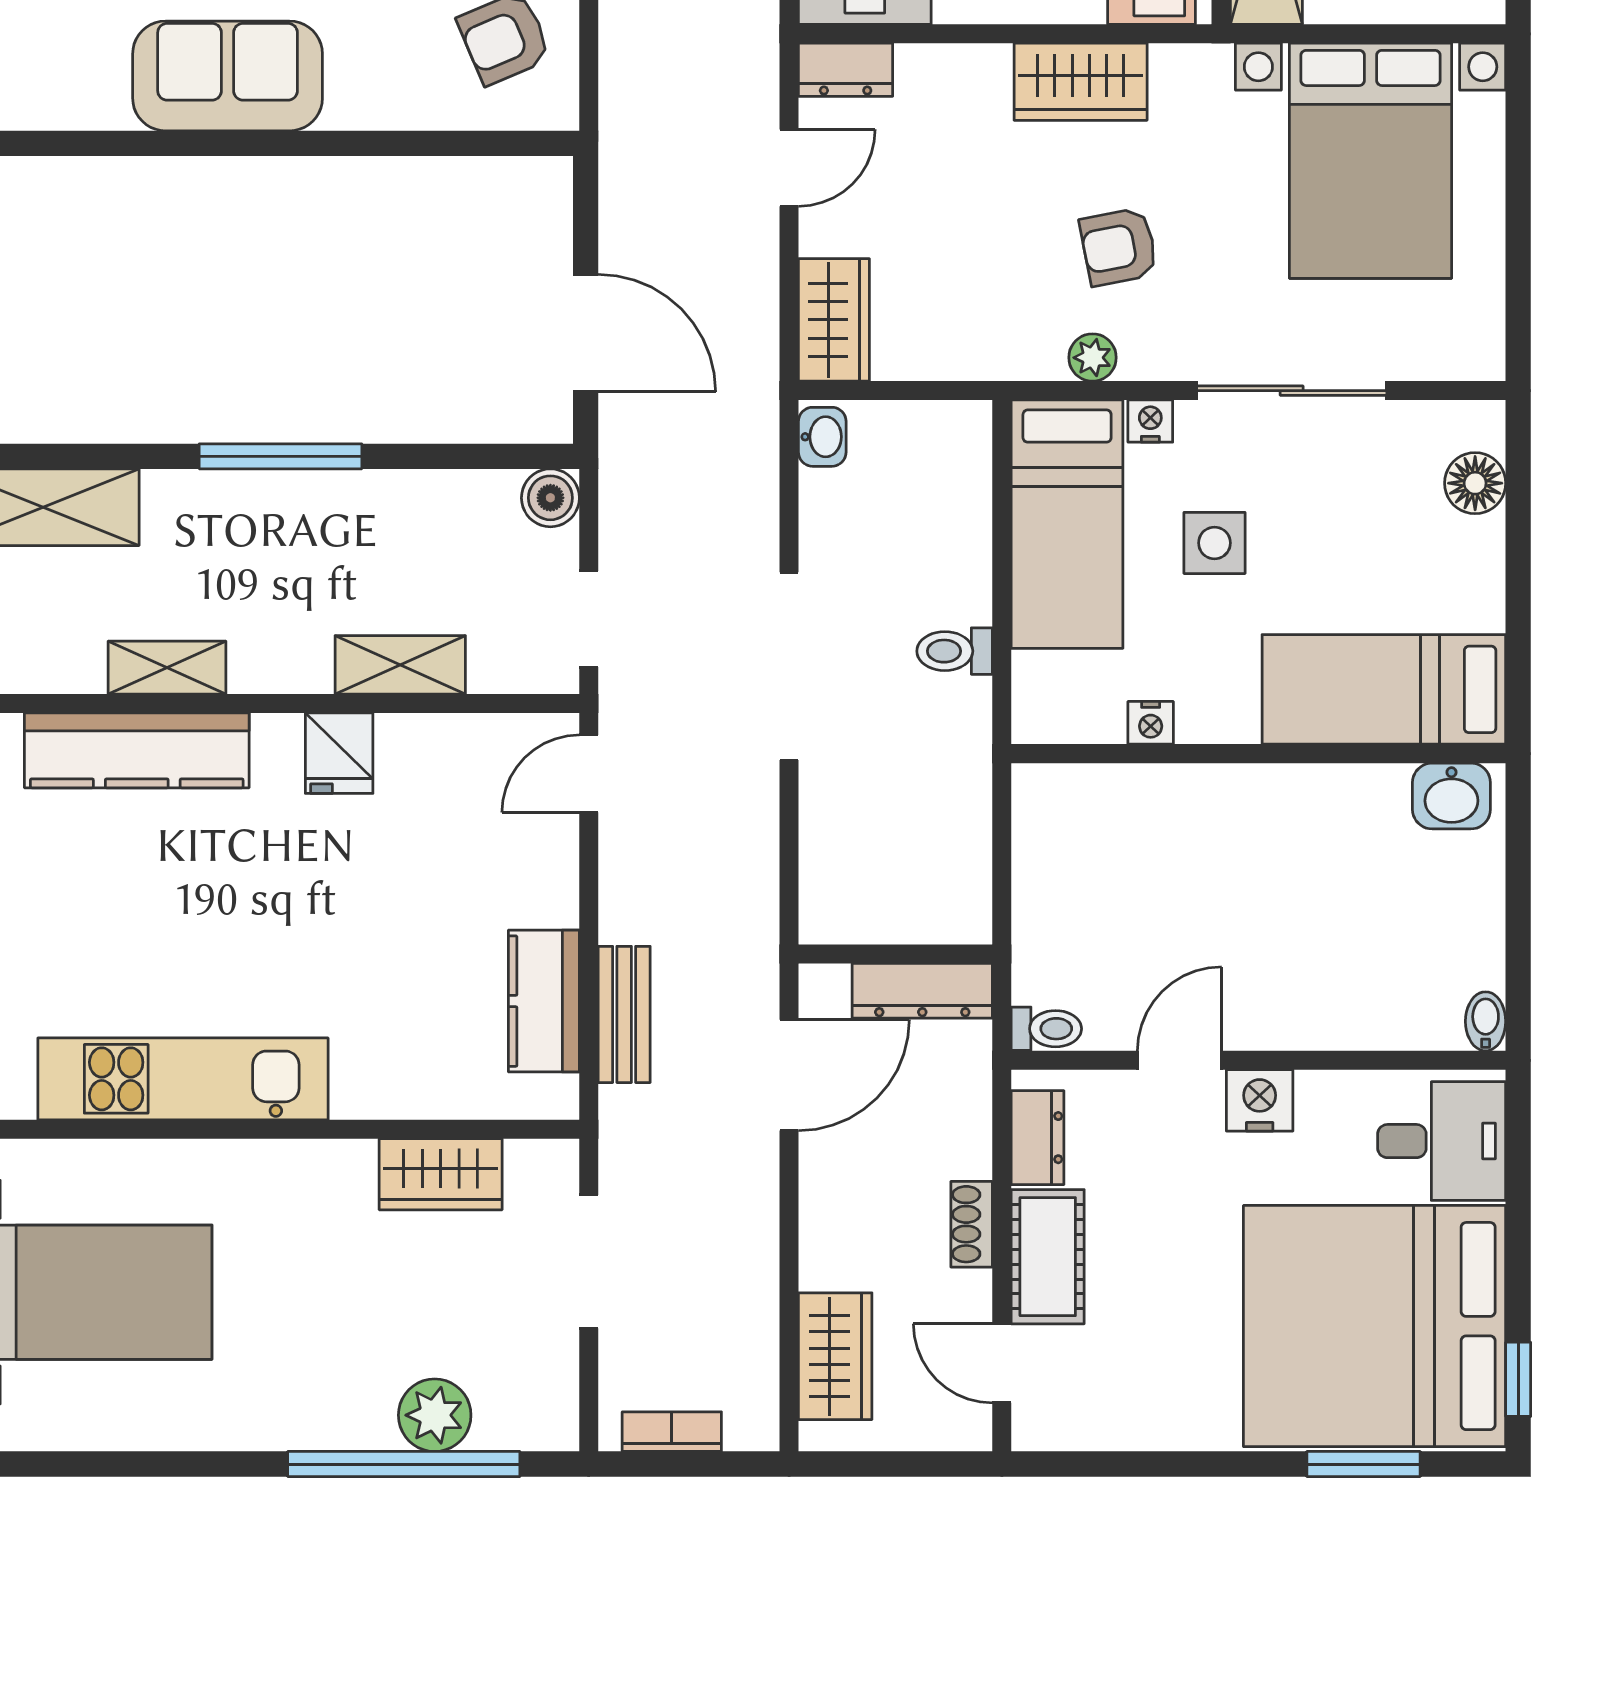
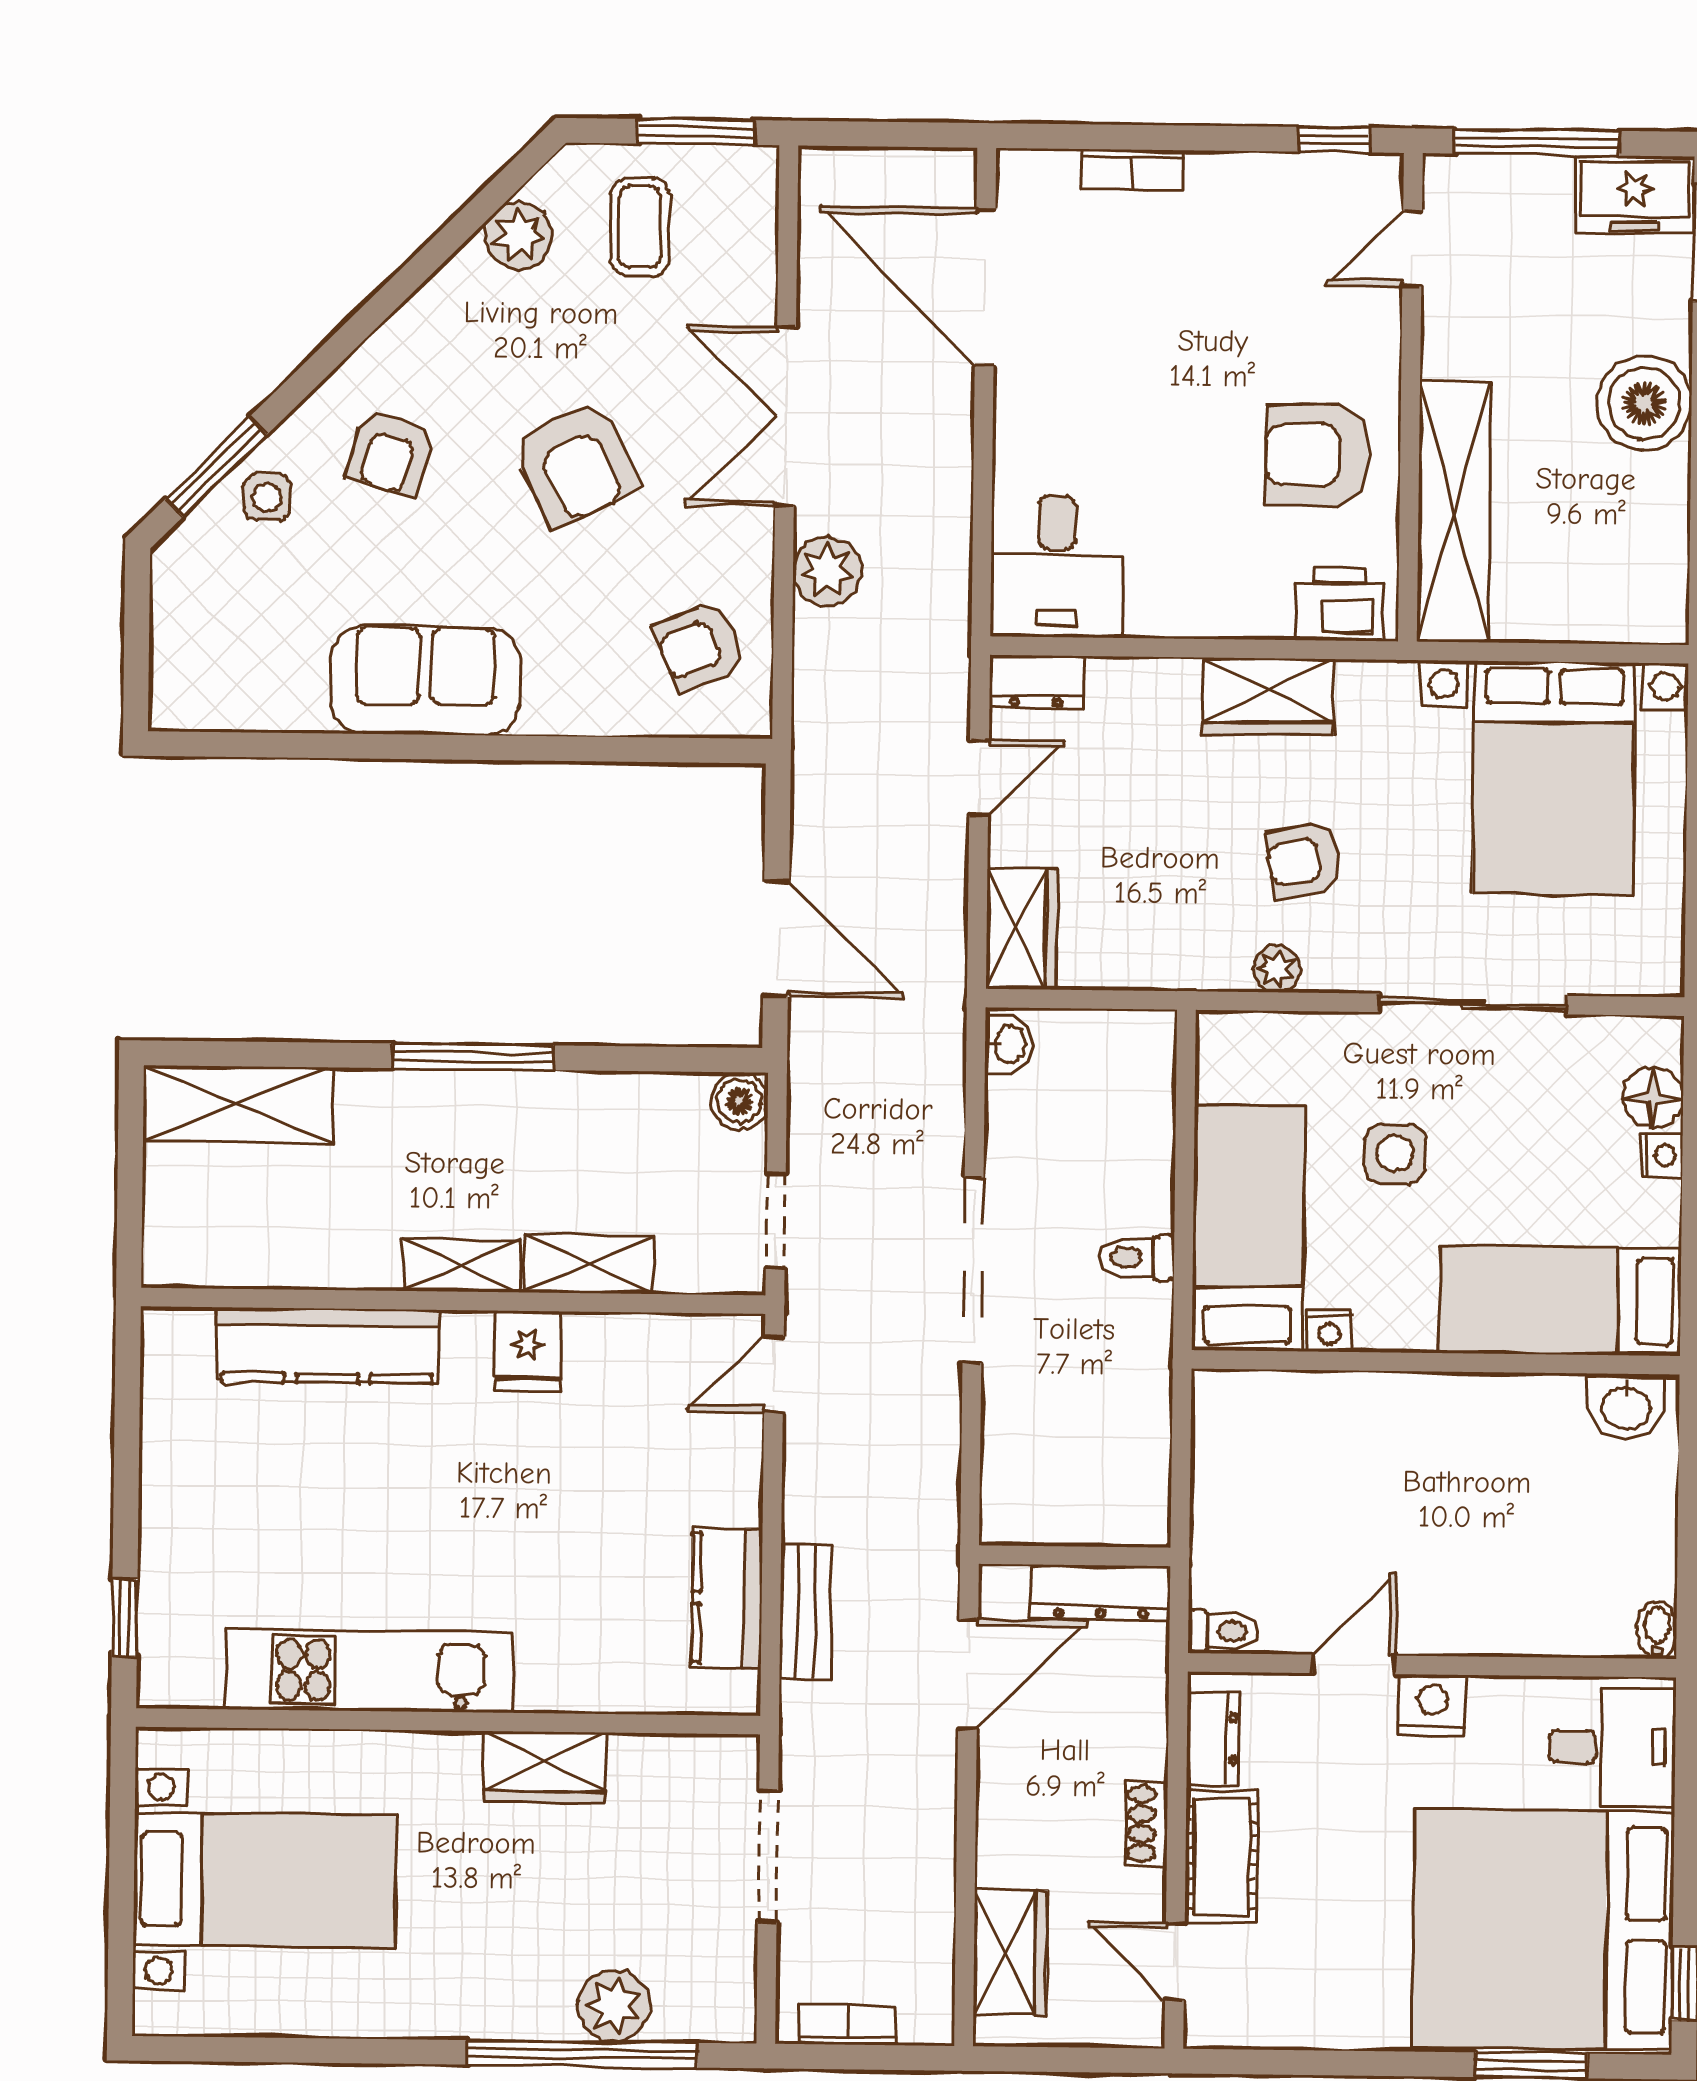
nightstand: (1150, 421) -> (1662, 1155), moved, turned 90
bed: (1067, 524) -> (1248, 1228), moved, turned 180
shelving: (167, 668) -> (461, 1265), moved
wardrobe: (441, 1174) -> (544, 1767), moved

